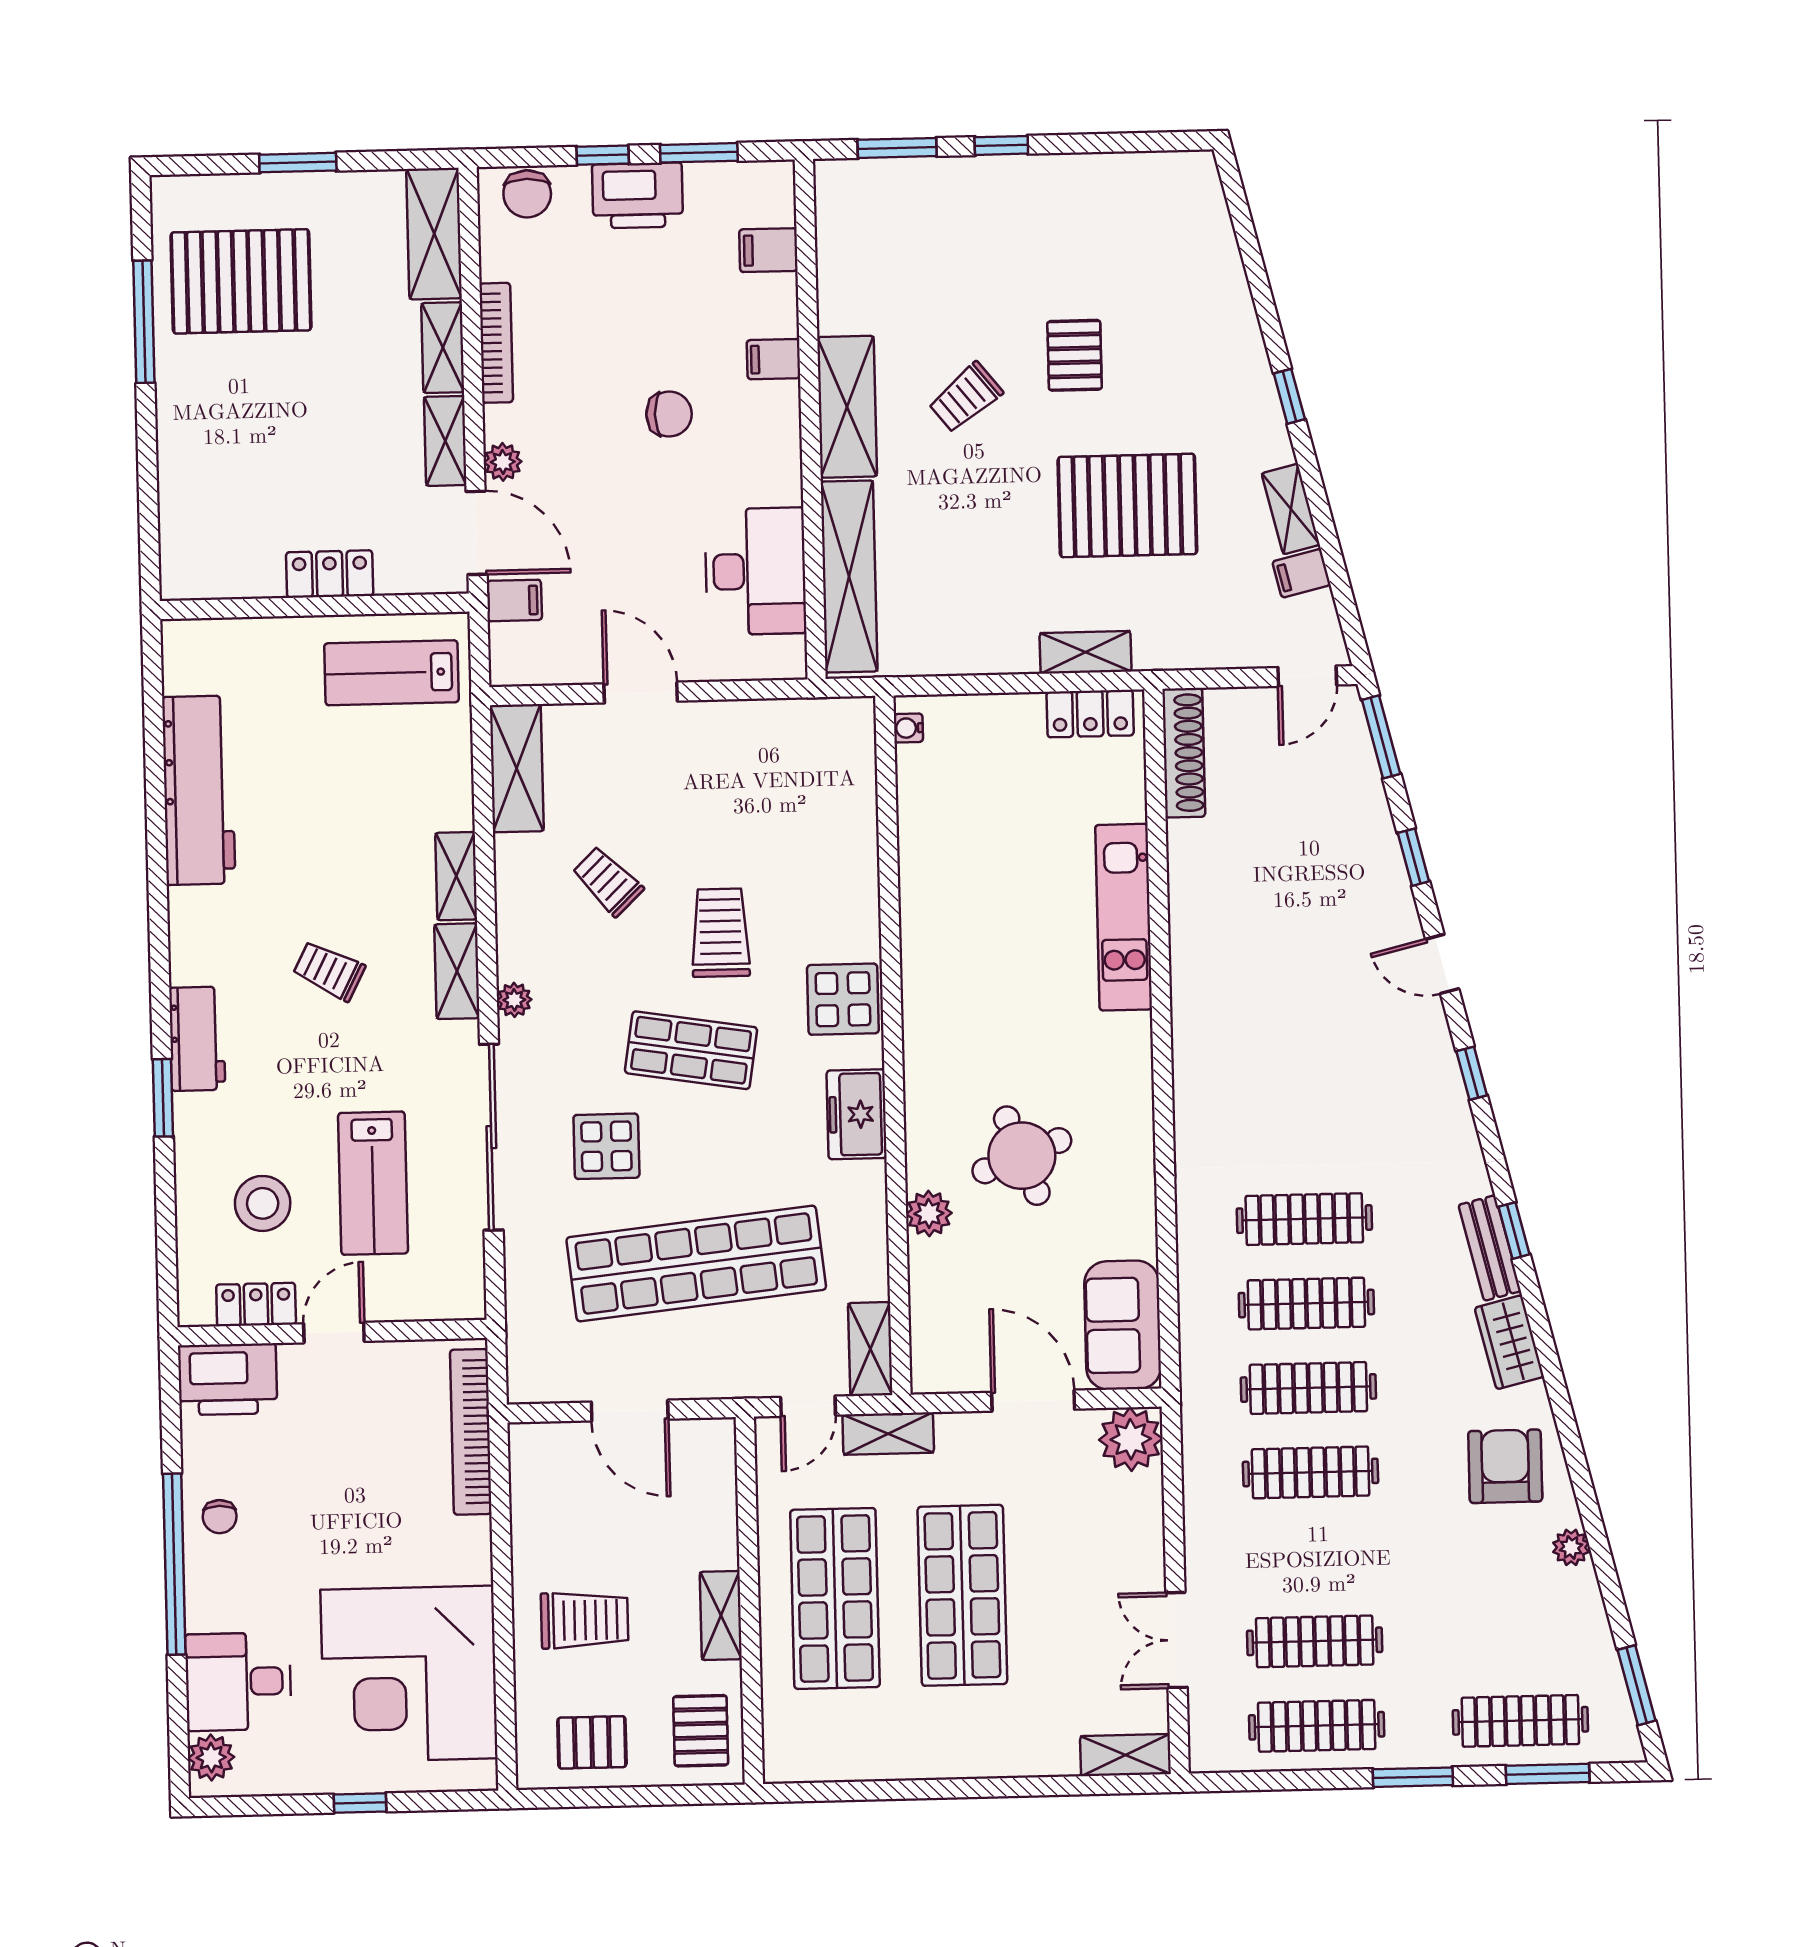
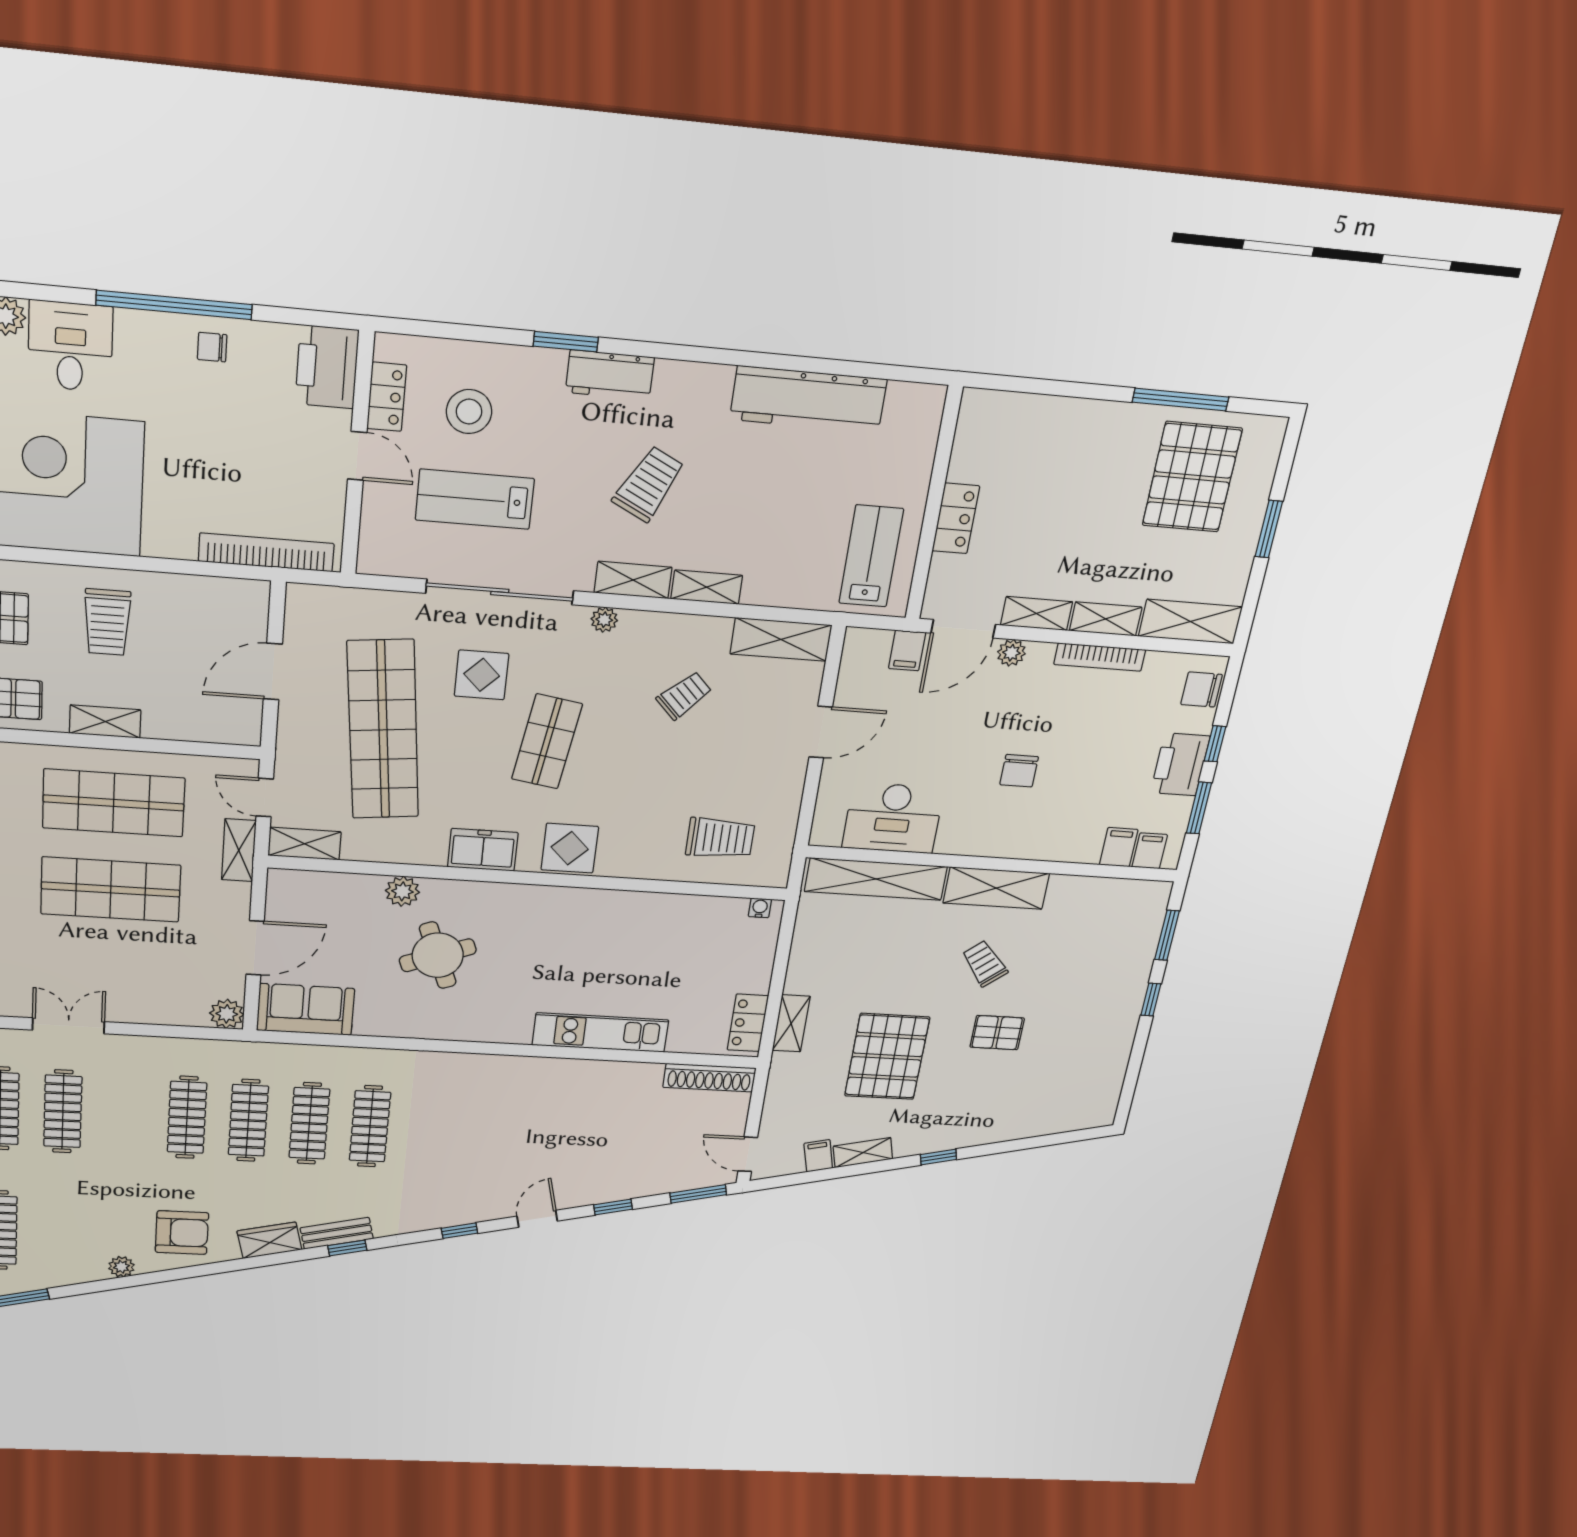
filing cabinet: (773, 359) -> (1150, 851), moved
trolley: (720, 933) -> (720, 838), moved
trolley: (329, 971) -> (649, 484), width x1.36, depth x1.39
plant: (1131, 1439) -> (227, 1014), width x0.73, depth x0.73

